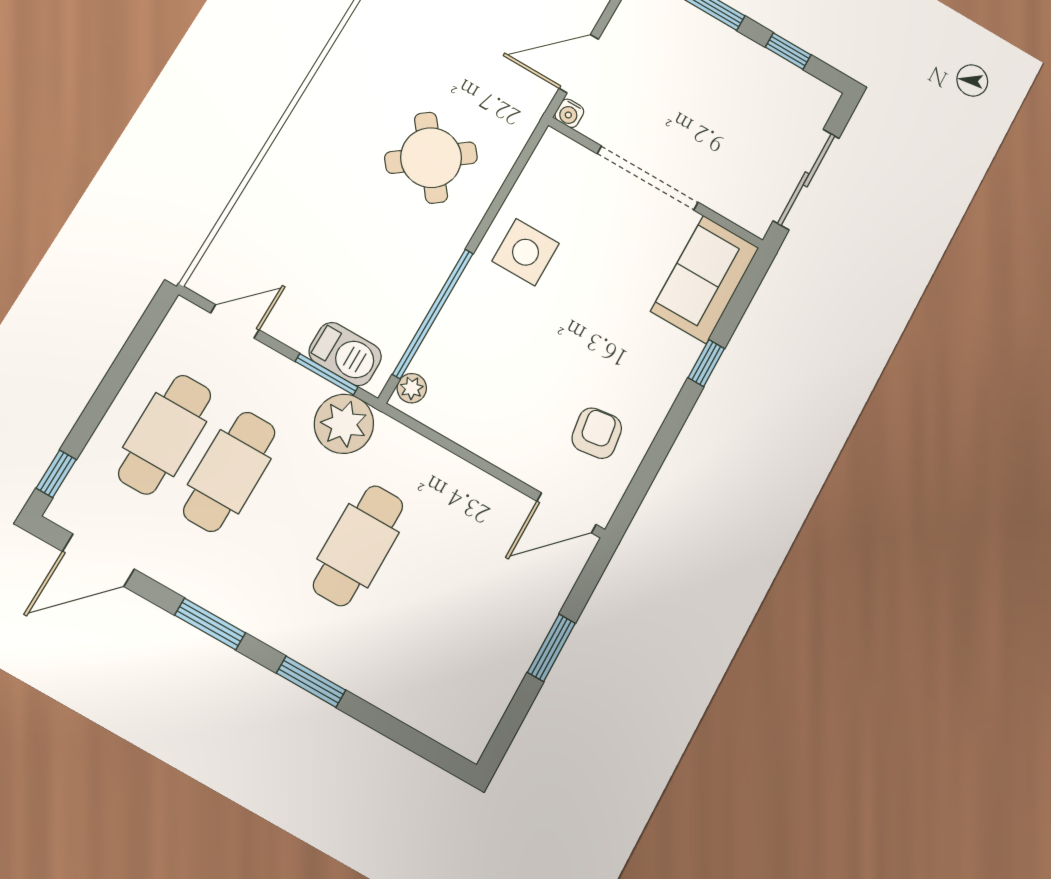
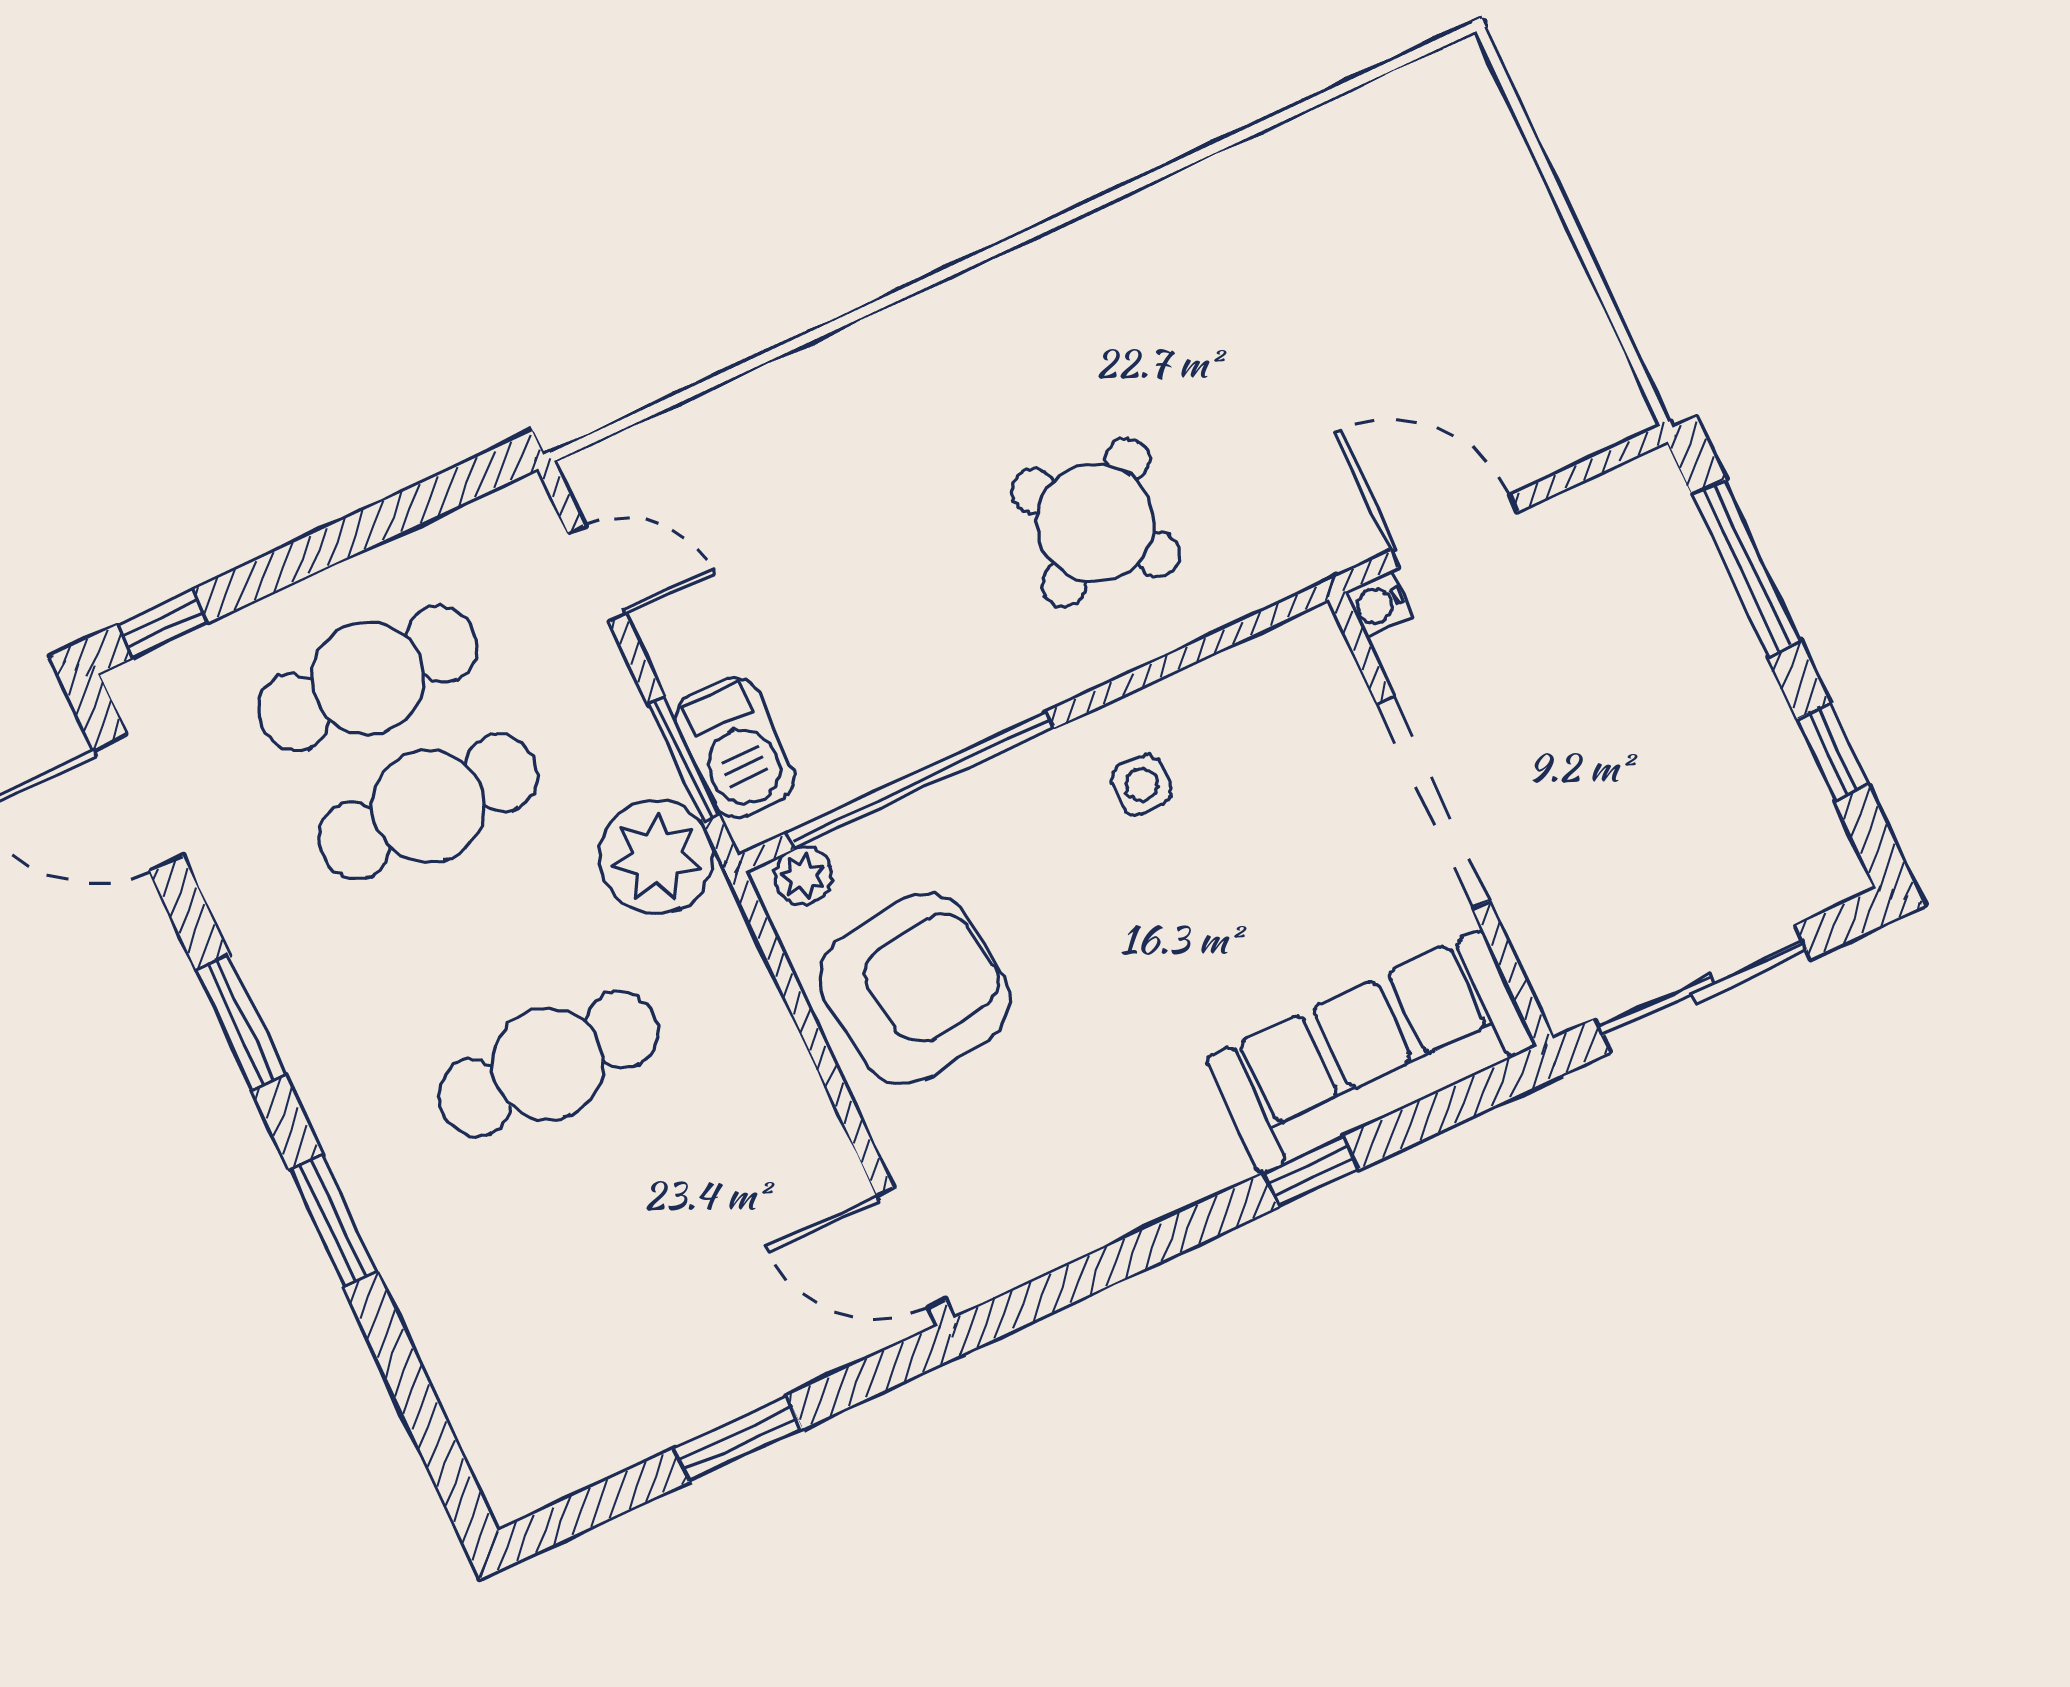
side table: (525, 252) -> (1141, 784), width x0.54, depth x0.54
sofa: (705, 279) -> (1371, 1052), width x1.36
armchair: (597, 433) -> (915, 989), moved, width x1.88, depth x1.88

